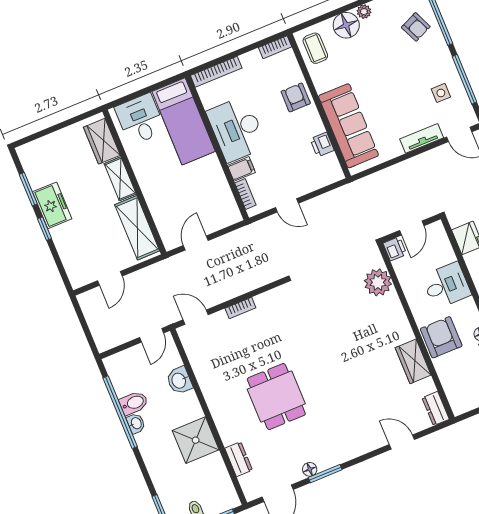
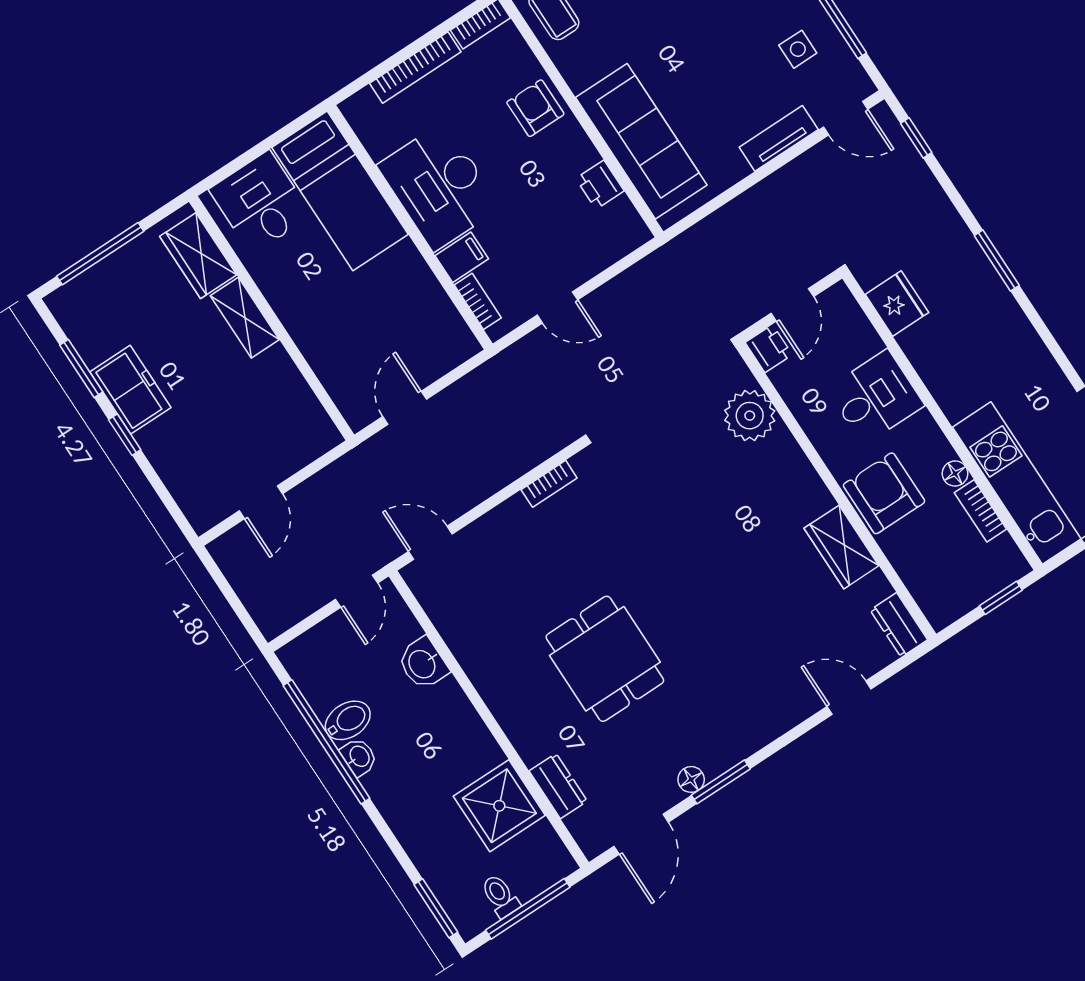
bookcase: (216, 72) -> (415, 67), moved
window: (50, 130) -> (100, 254), added
shelving: (137, 228) -> (293, 401), removed
bookcase: (240, 308) -> (549, 484), moved
shower: (196, 440) -> (499, 806), moved

